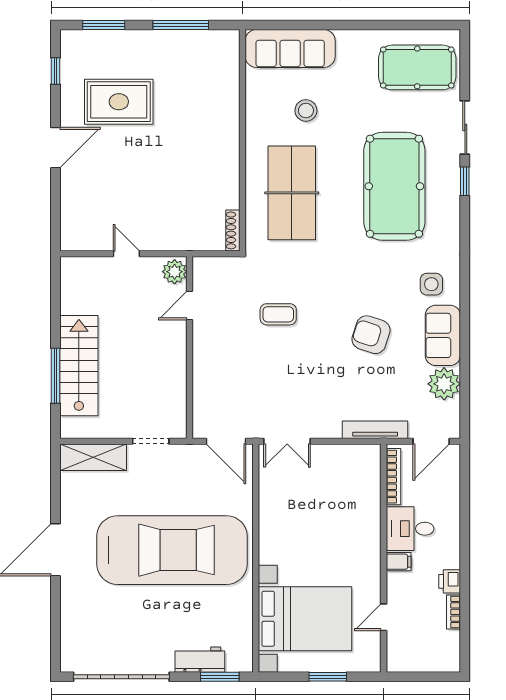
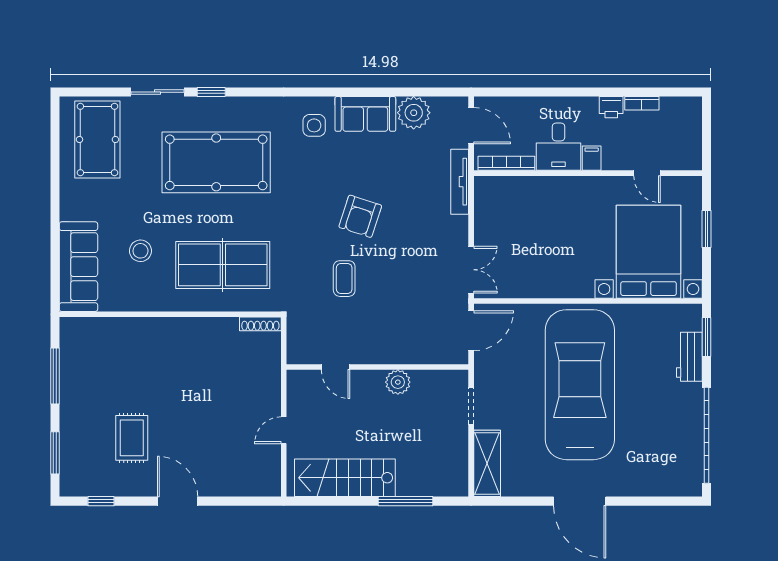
rug: (119, 102) -> (132, 438), width x0.73, depth x0.70
plant: (175, 272) -> (398, 382), moved
armchair: (371, 335) -> (360, 216), moved
stairs: (79, 366) -> (345, 478), moved

